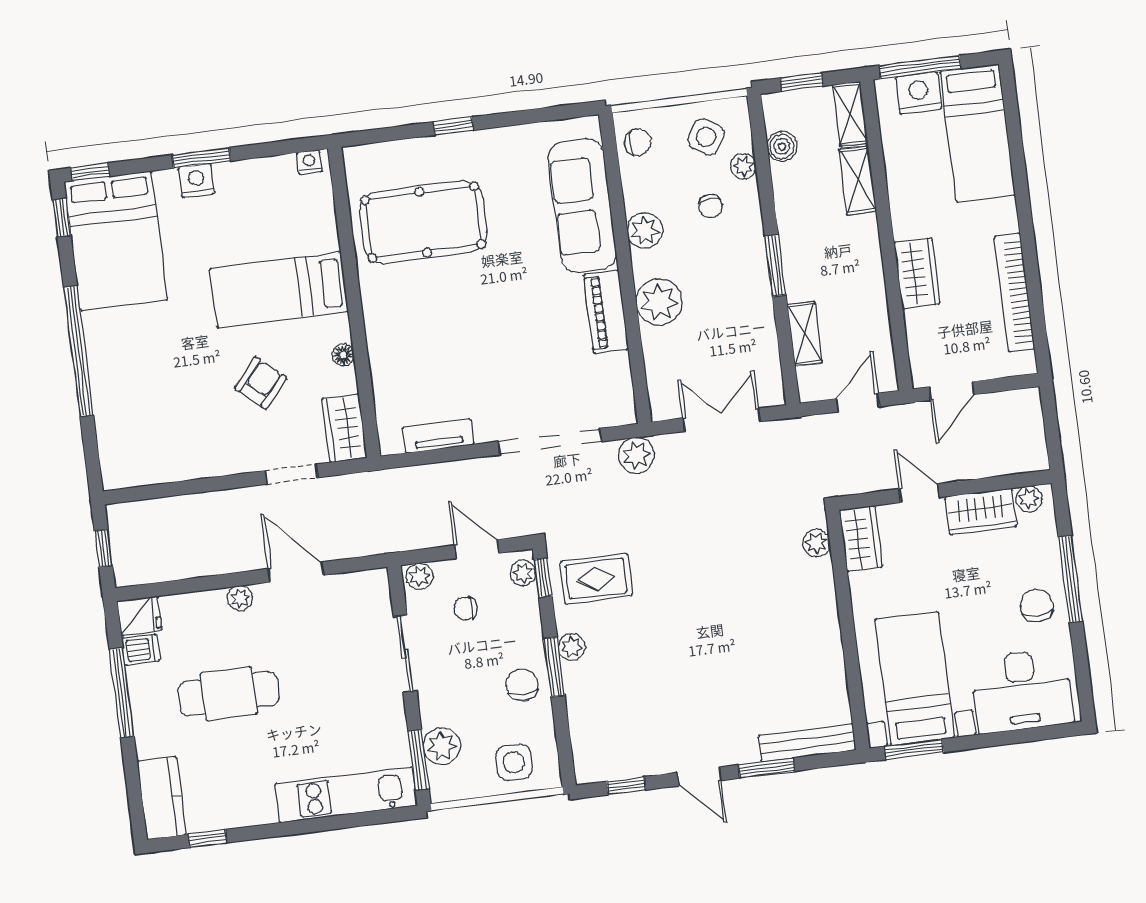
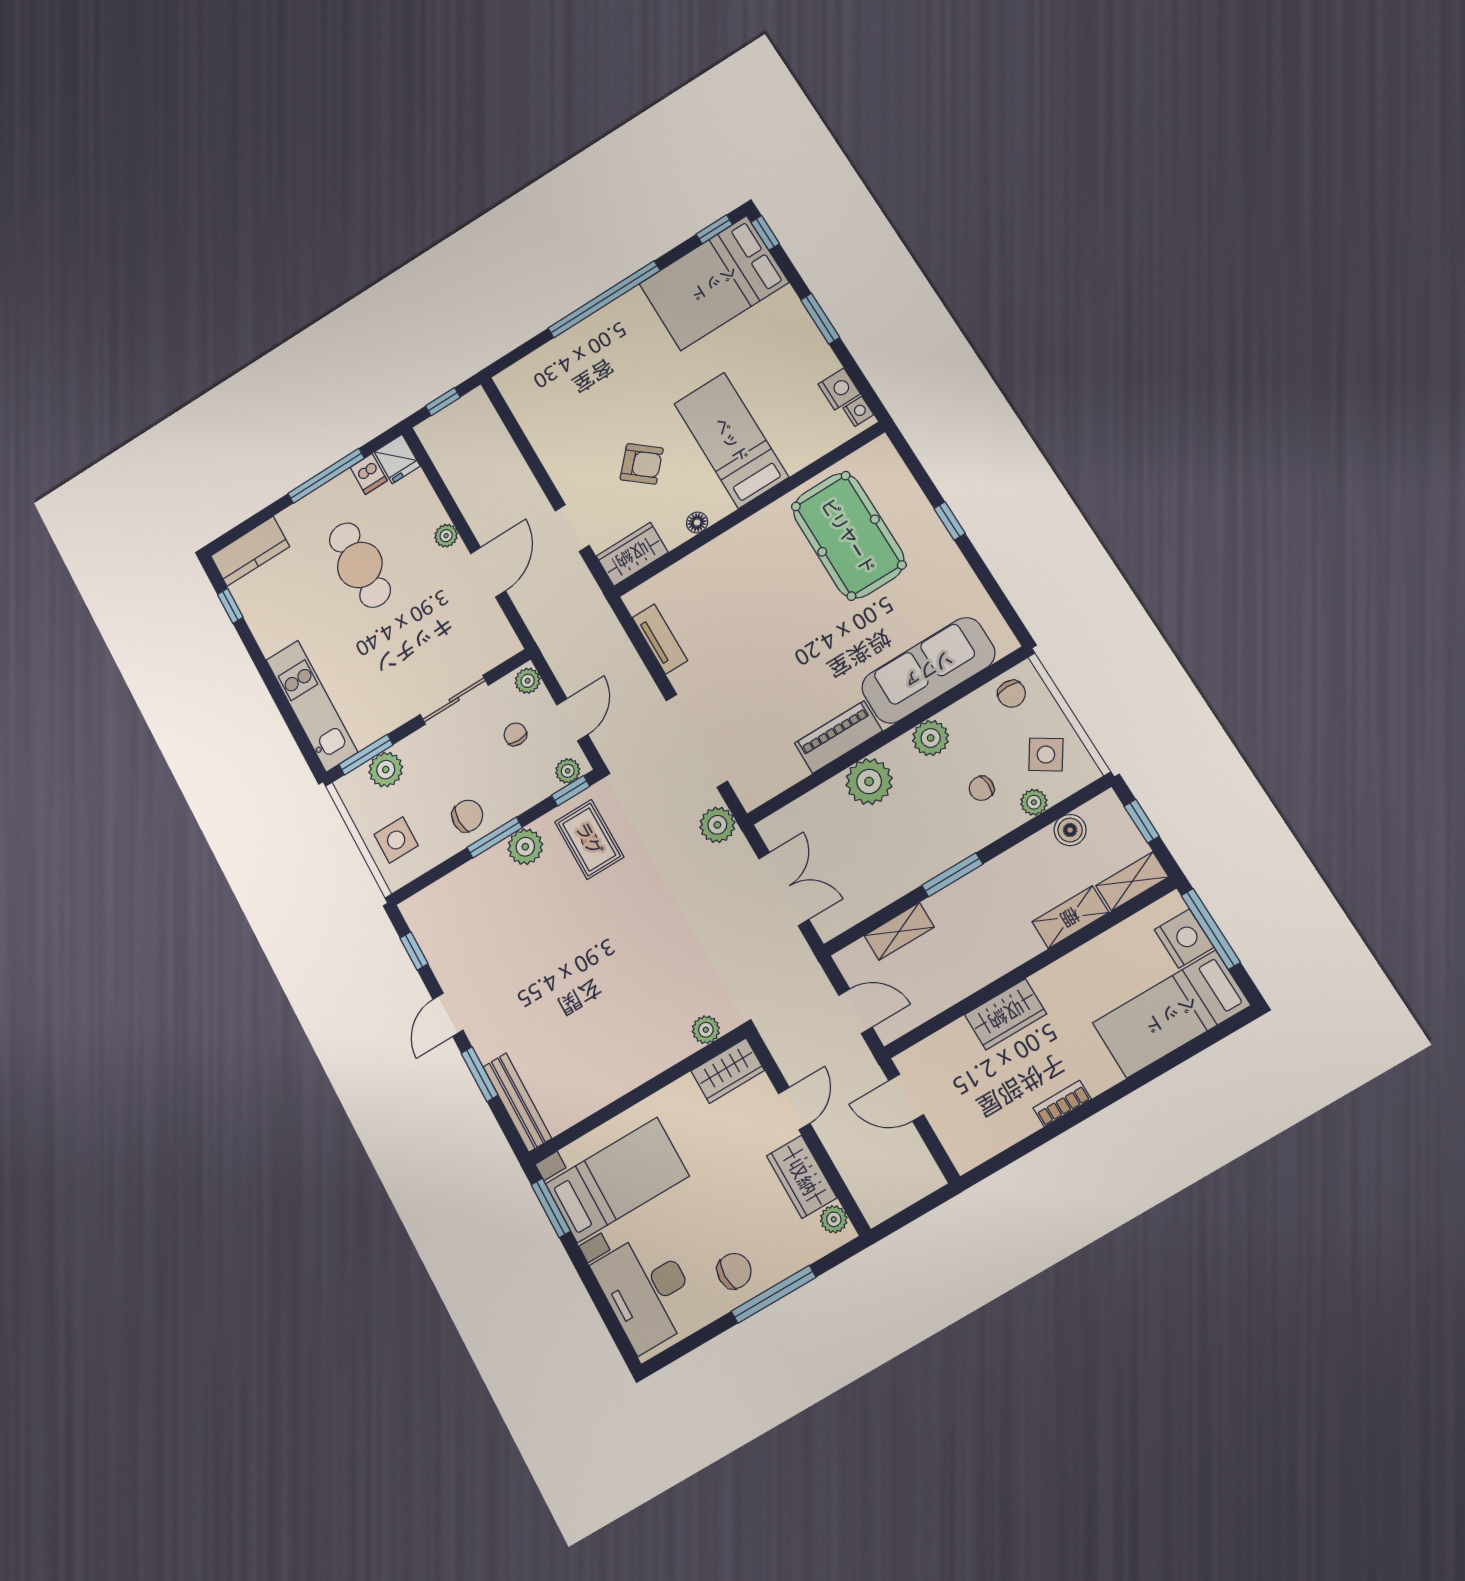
nightstand: (196, 180) -> (839, 389), moved
bookcase: (1014, 293) -> (1062, 1104), width x0.43, depth x0.76
plant: (572, 647) -> (525, 847), width x1.38, depth x1.38

